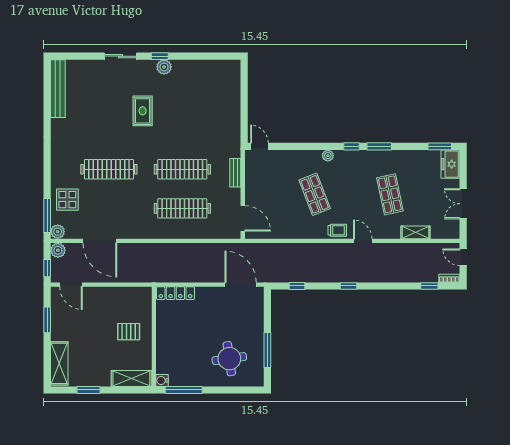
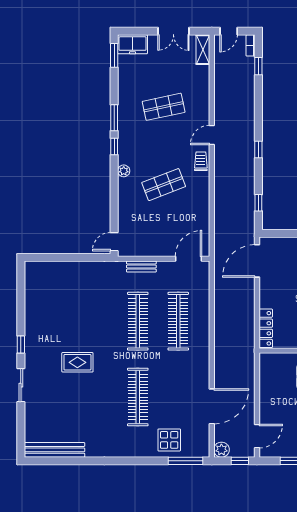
plant: (164, 67) -> (32, 340), removed
plant: (58, 232) -> (202, 450), removed
shelving: (416, 232) -> (203, 50), moved

